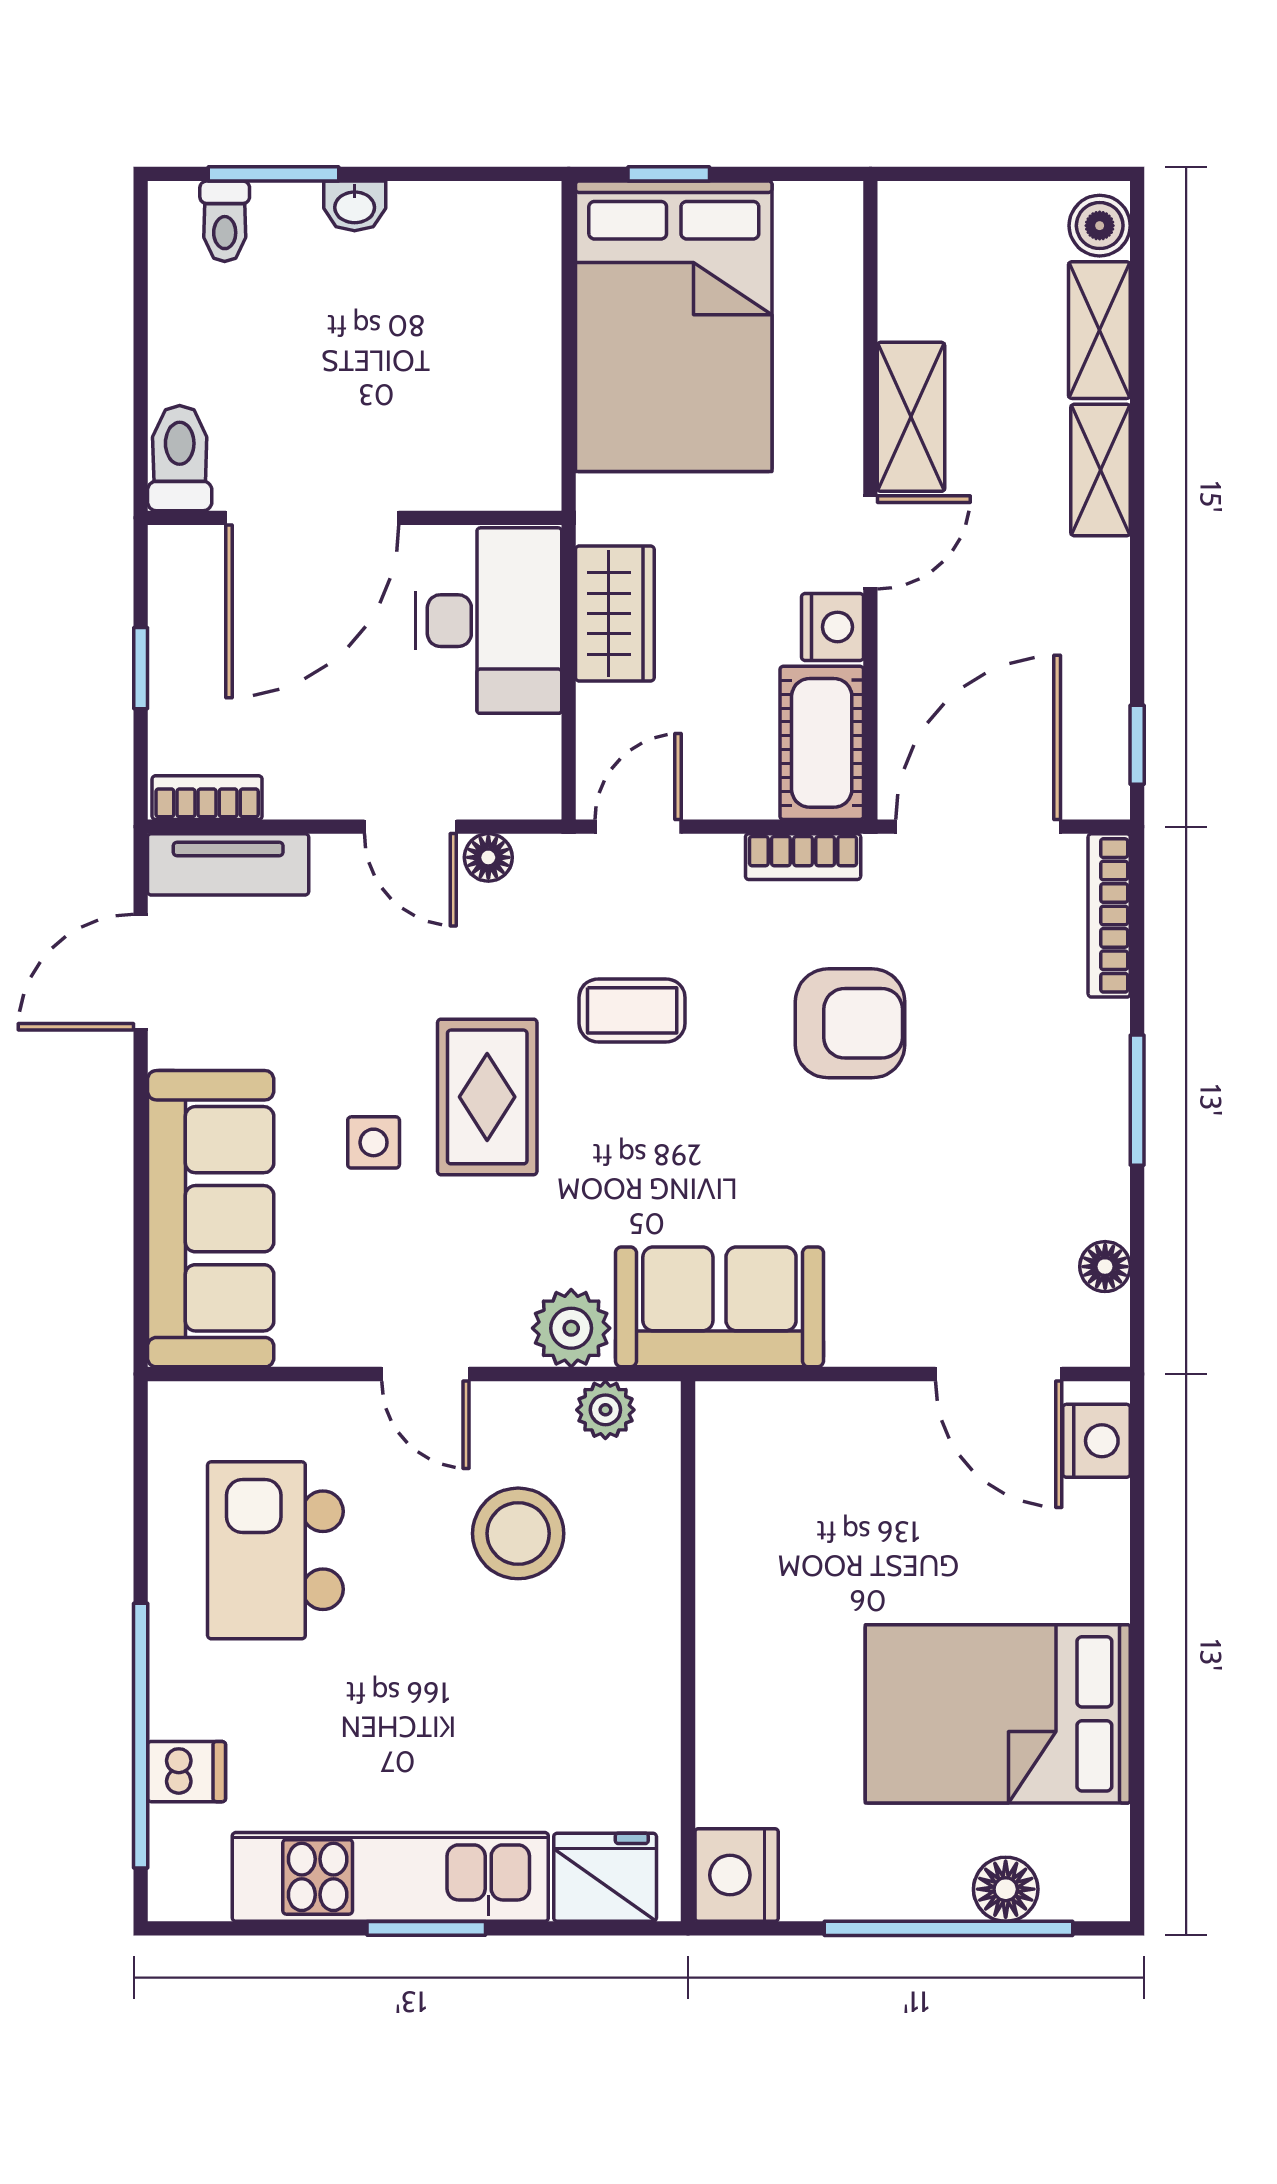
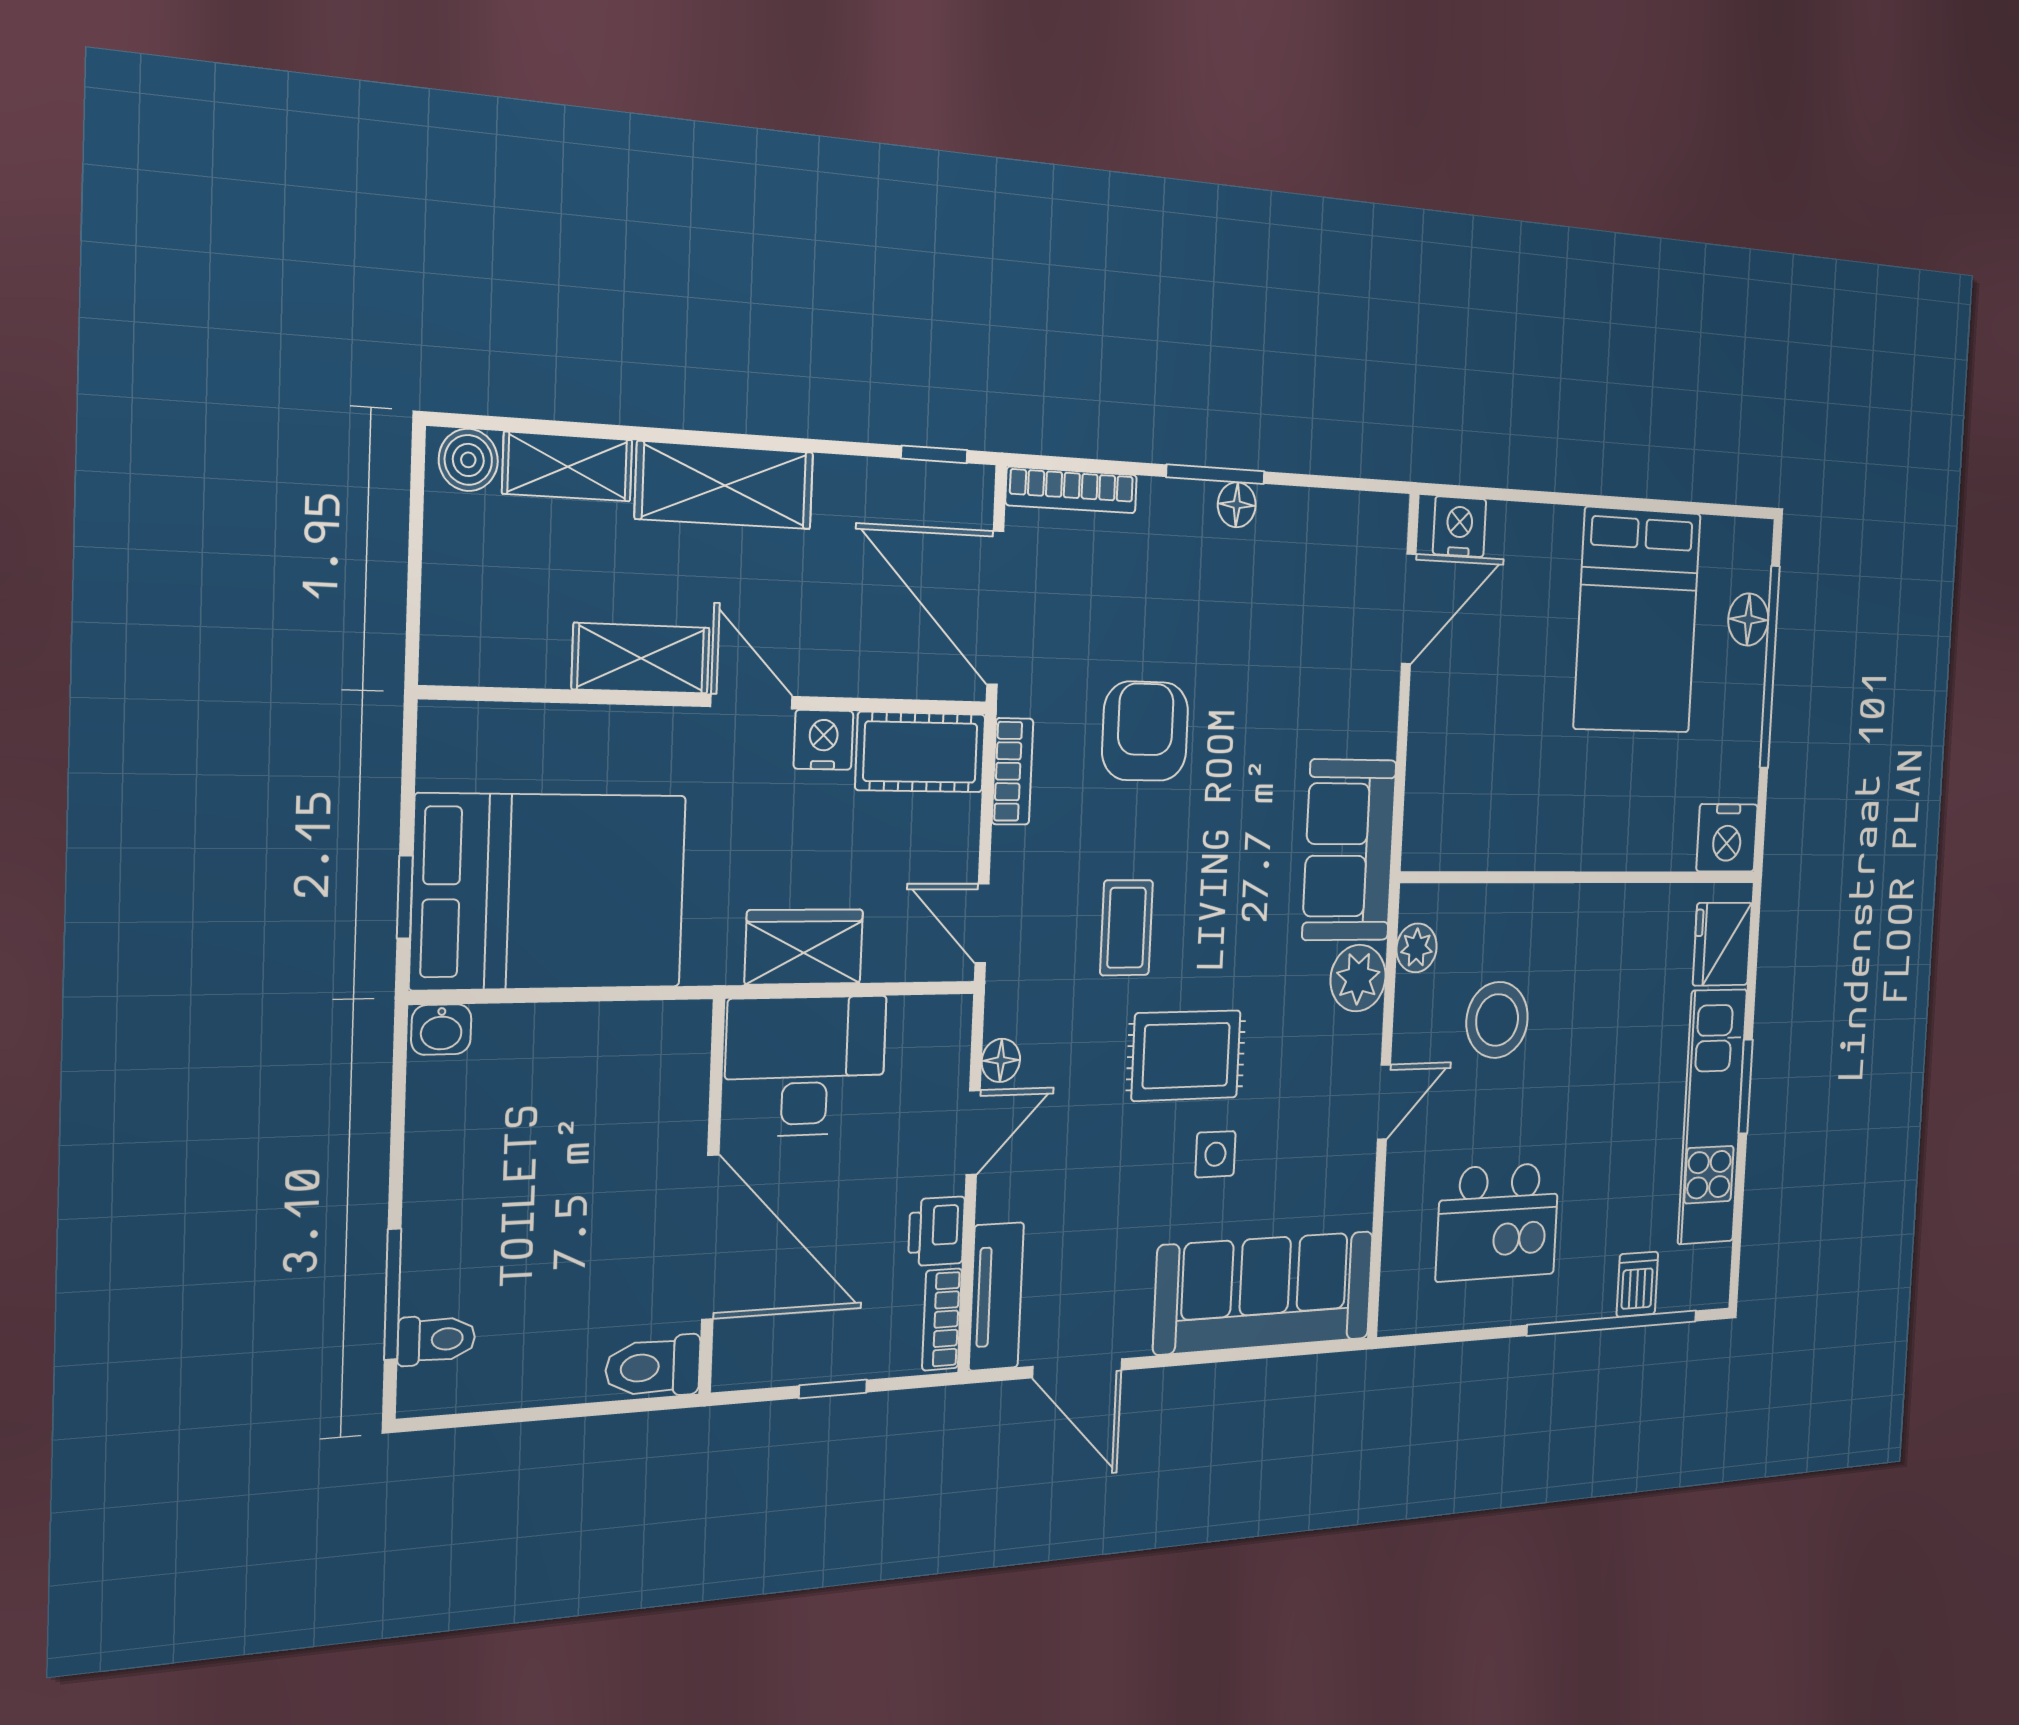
washbasin: (355, 206) -> (441, 1030), moved, turned 90
shelving: (1100, 470) -> (725, 485), width x1.50, depth x1.33
printer: (304, 786) -> (936, 1231), added
floor lamp: (1105, 1267) -> (1237, 505), moved

